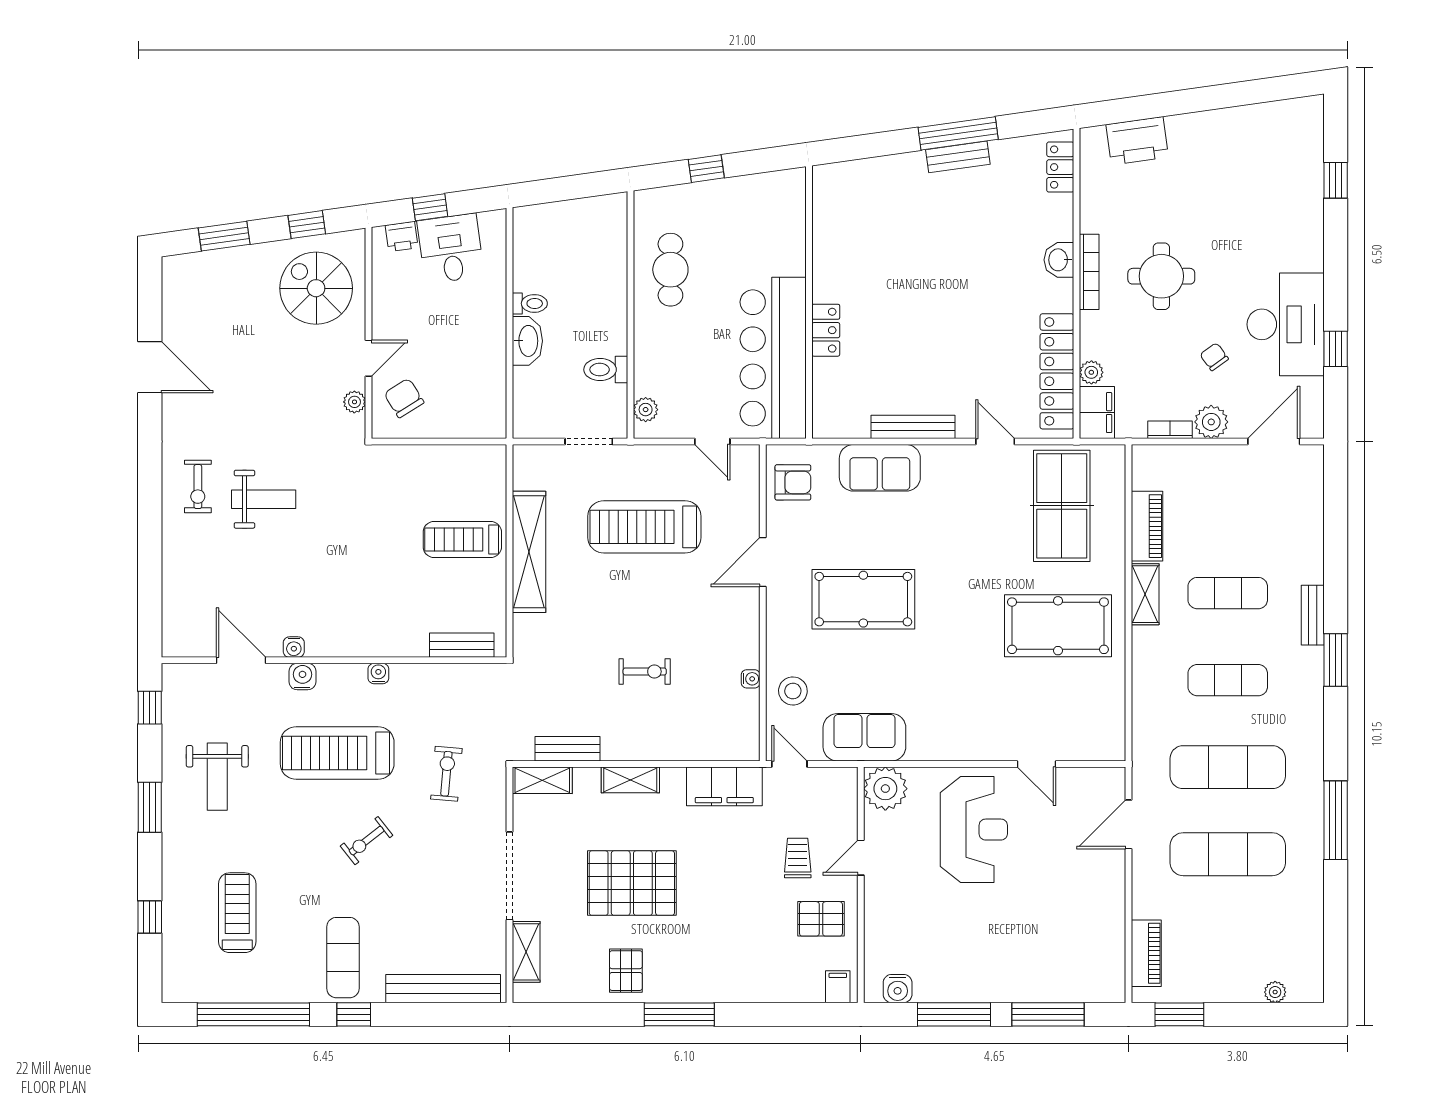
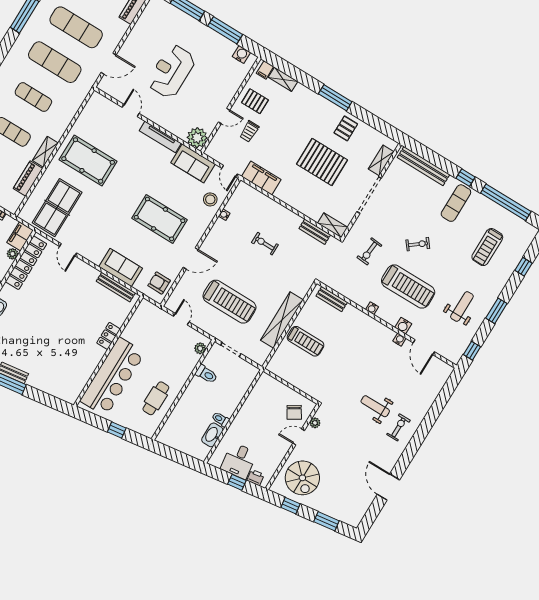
washbasin: (527, 341) -> (212, 435), moved
bar counter: (773, 358) -> (113, 377), moved
bench: (913, 427) -> (116, 287), moved
tv unit: (953, 749) -> (160, 137), added
shelving: (630, 780) -> (283, 79), moved
reception desk: (974, 830) -> (171, 71), moved

